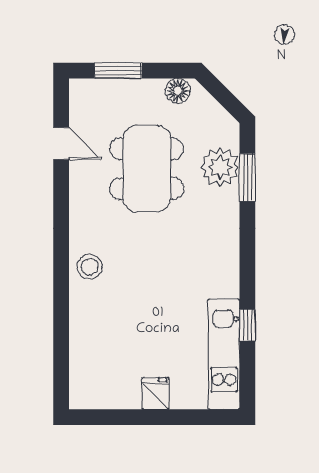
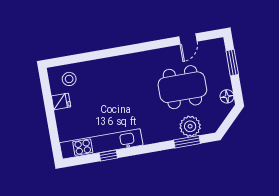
stool: (90, 267) -> (69, 79), moved
kitchen unit: (224, 354) -> (101, 144), width x1.36
fridge: (156, 394) -> (61, 101), moved

